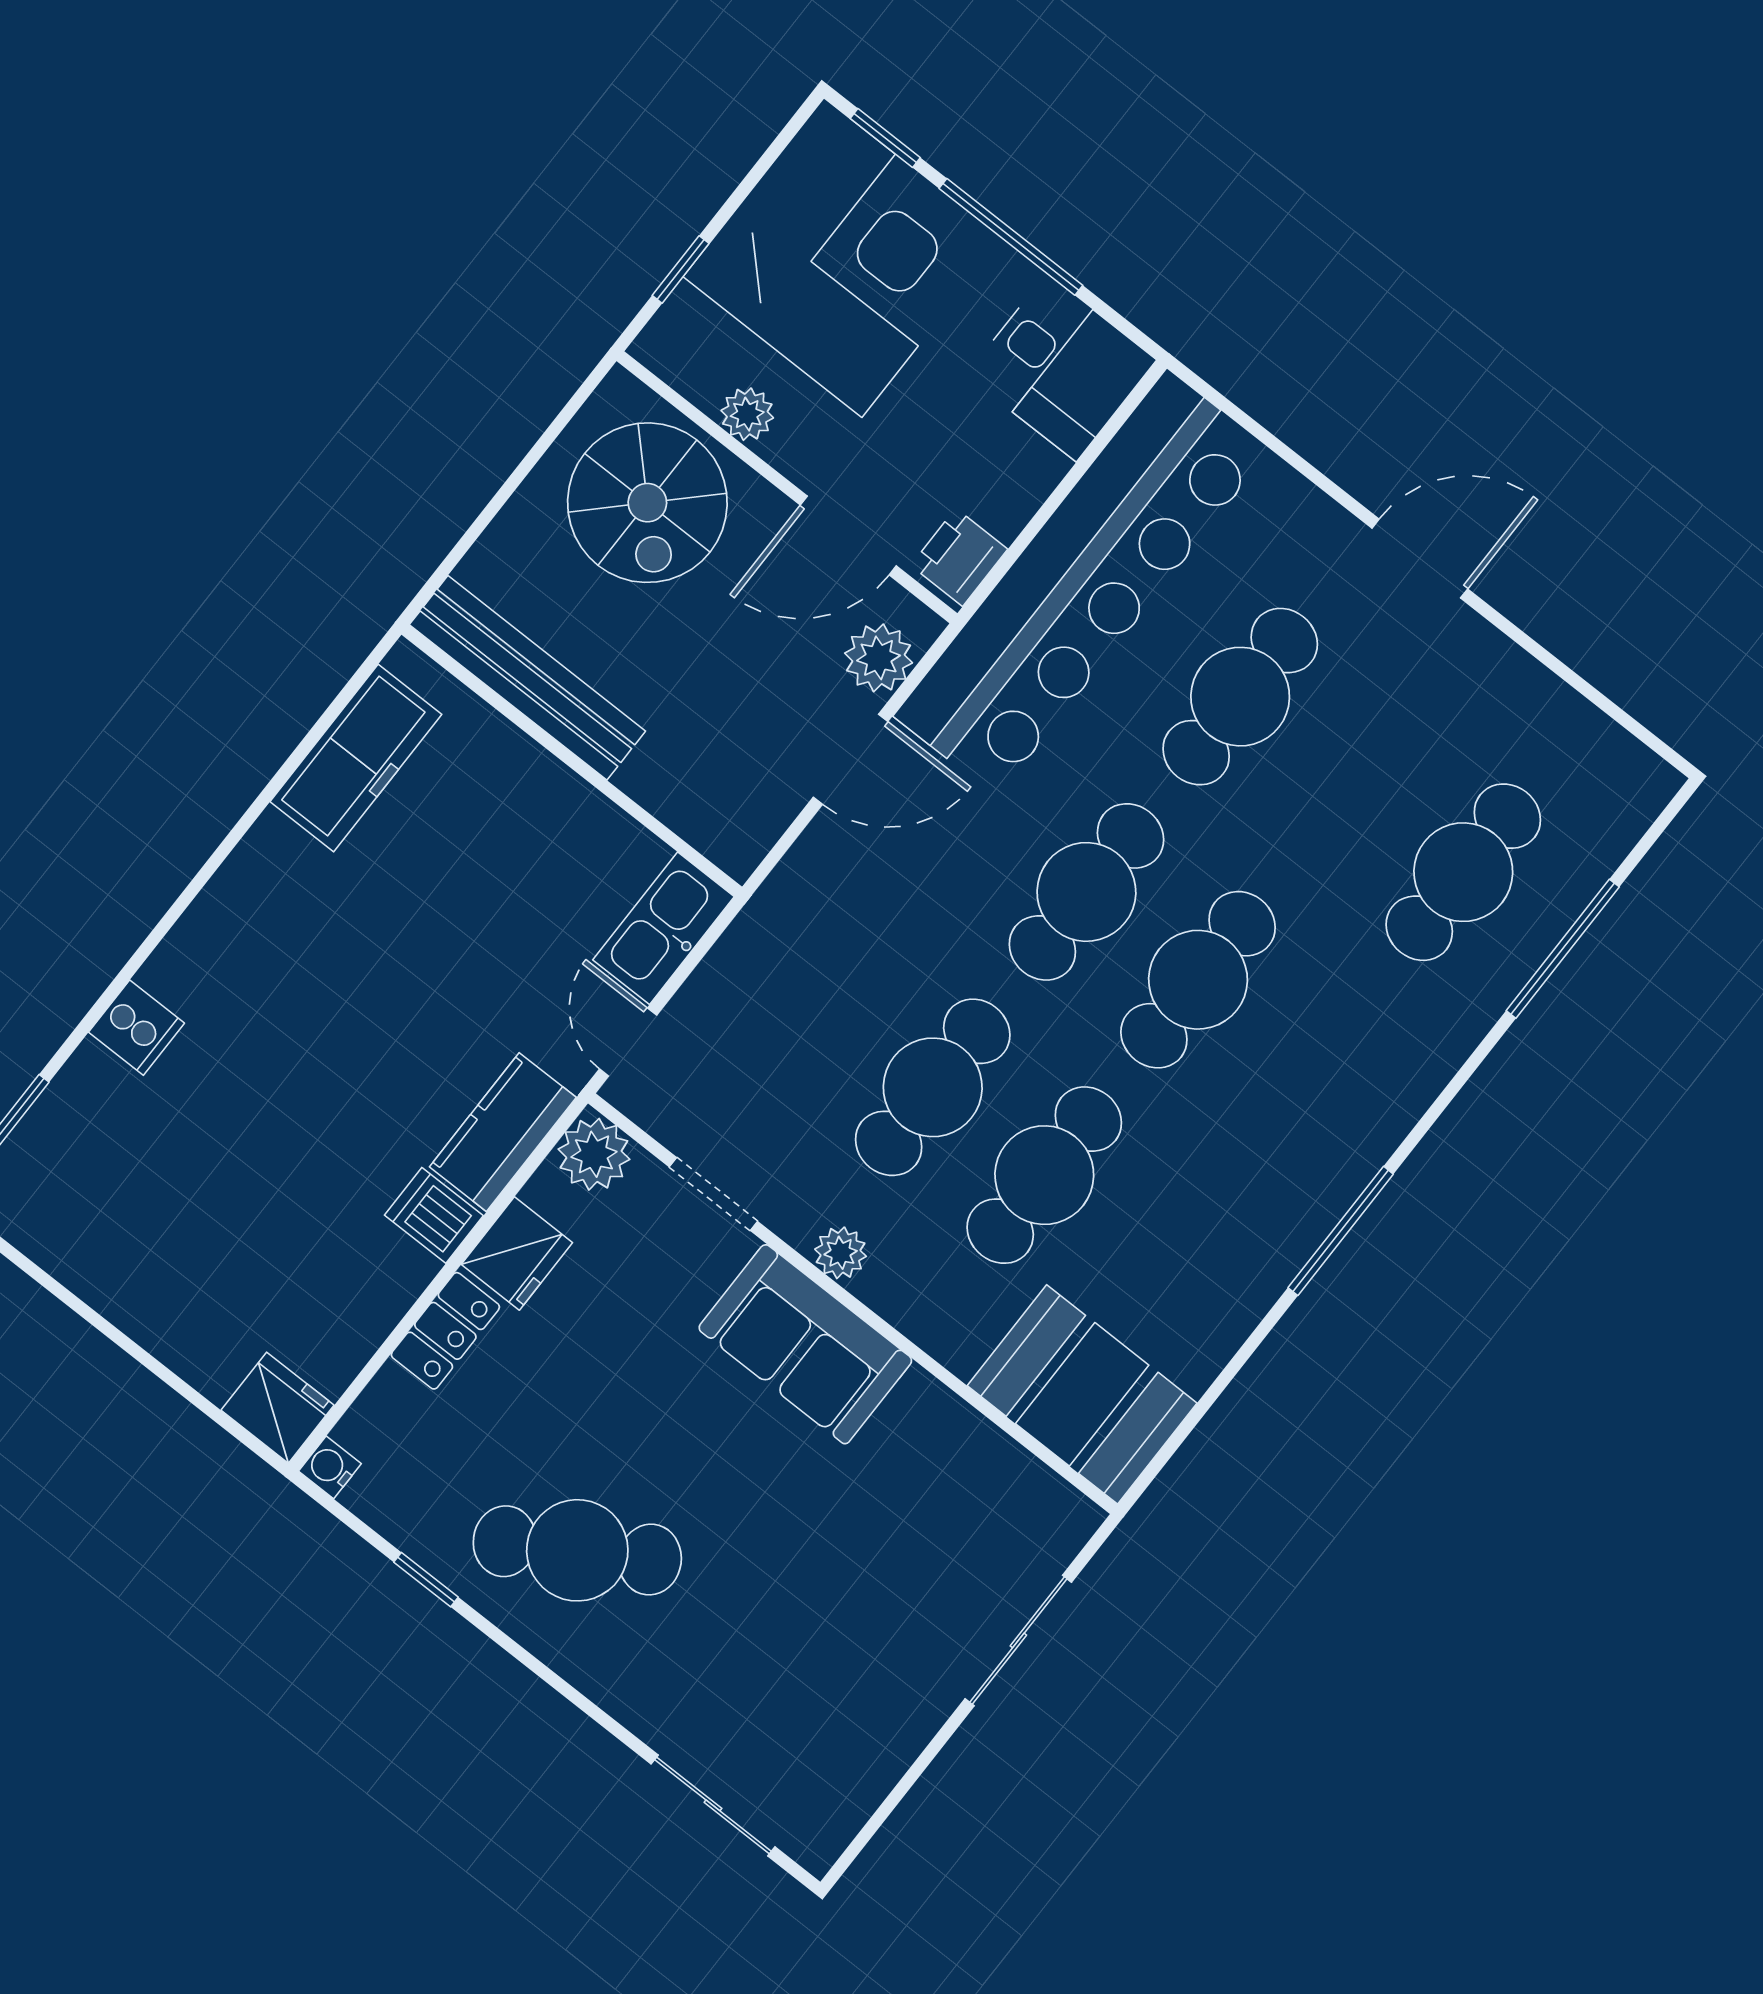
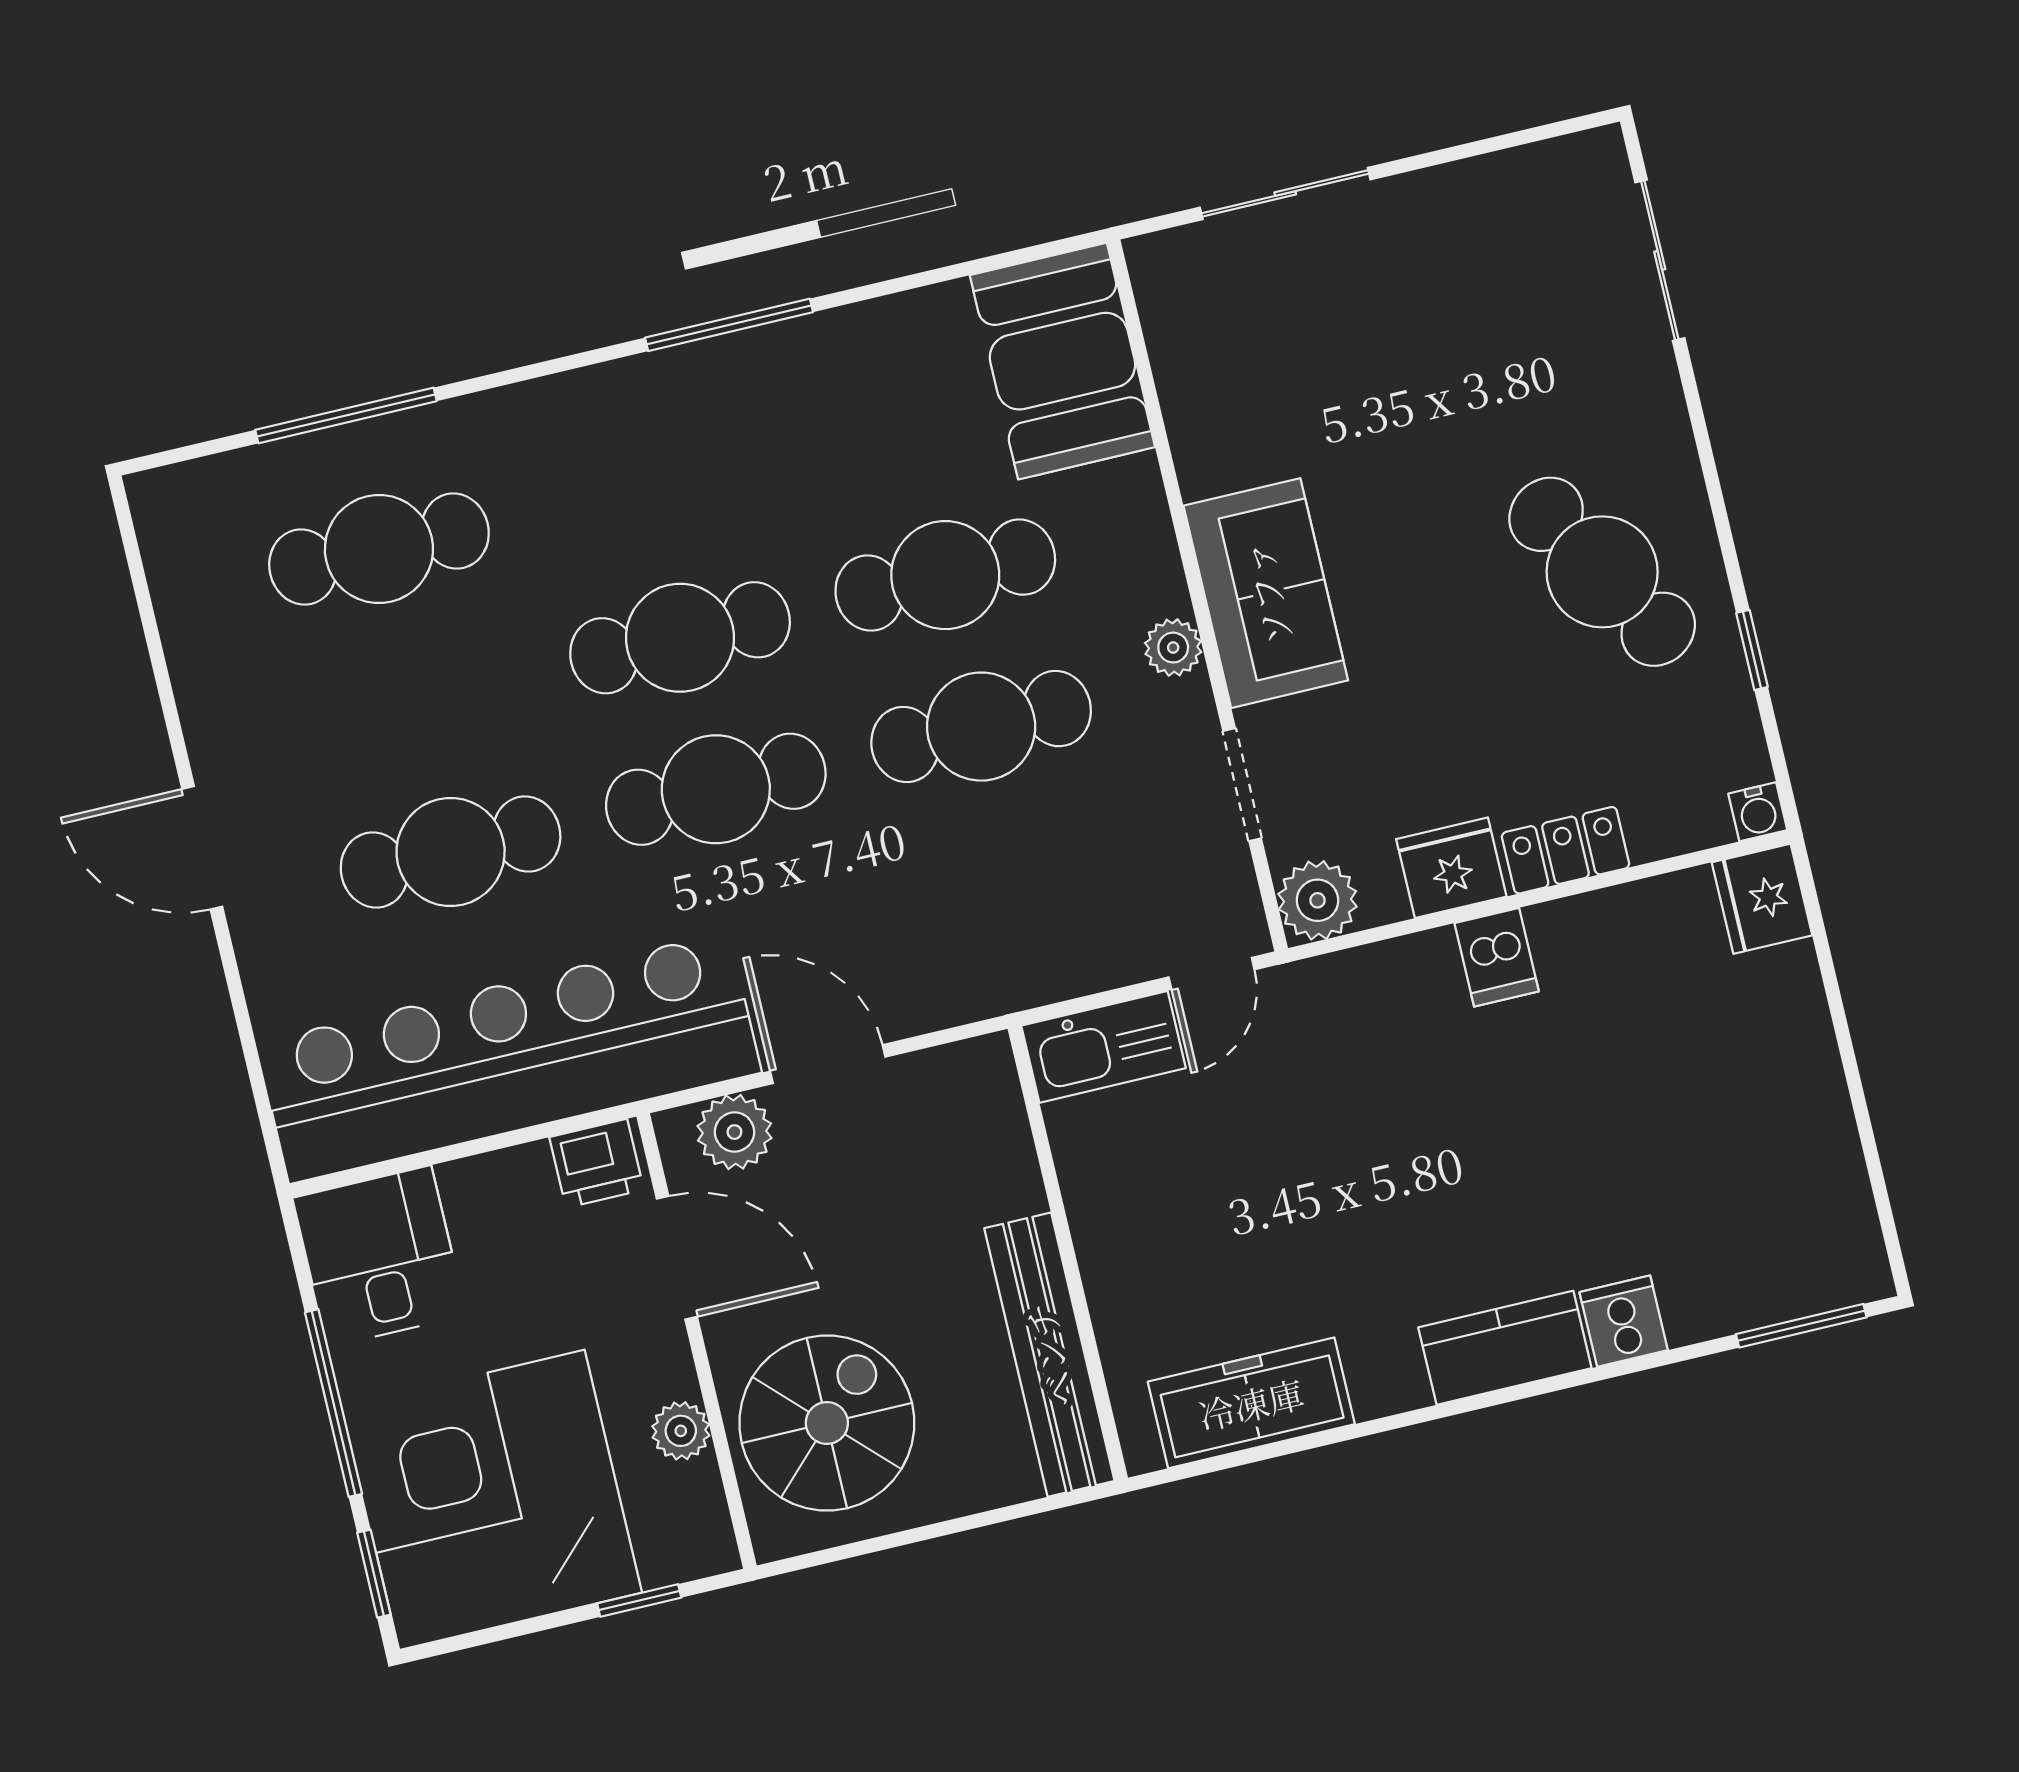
kitchen counter: (503, 1132) -> (1505, 1348), moved, turned 180

